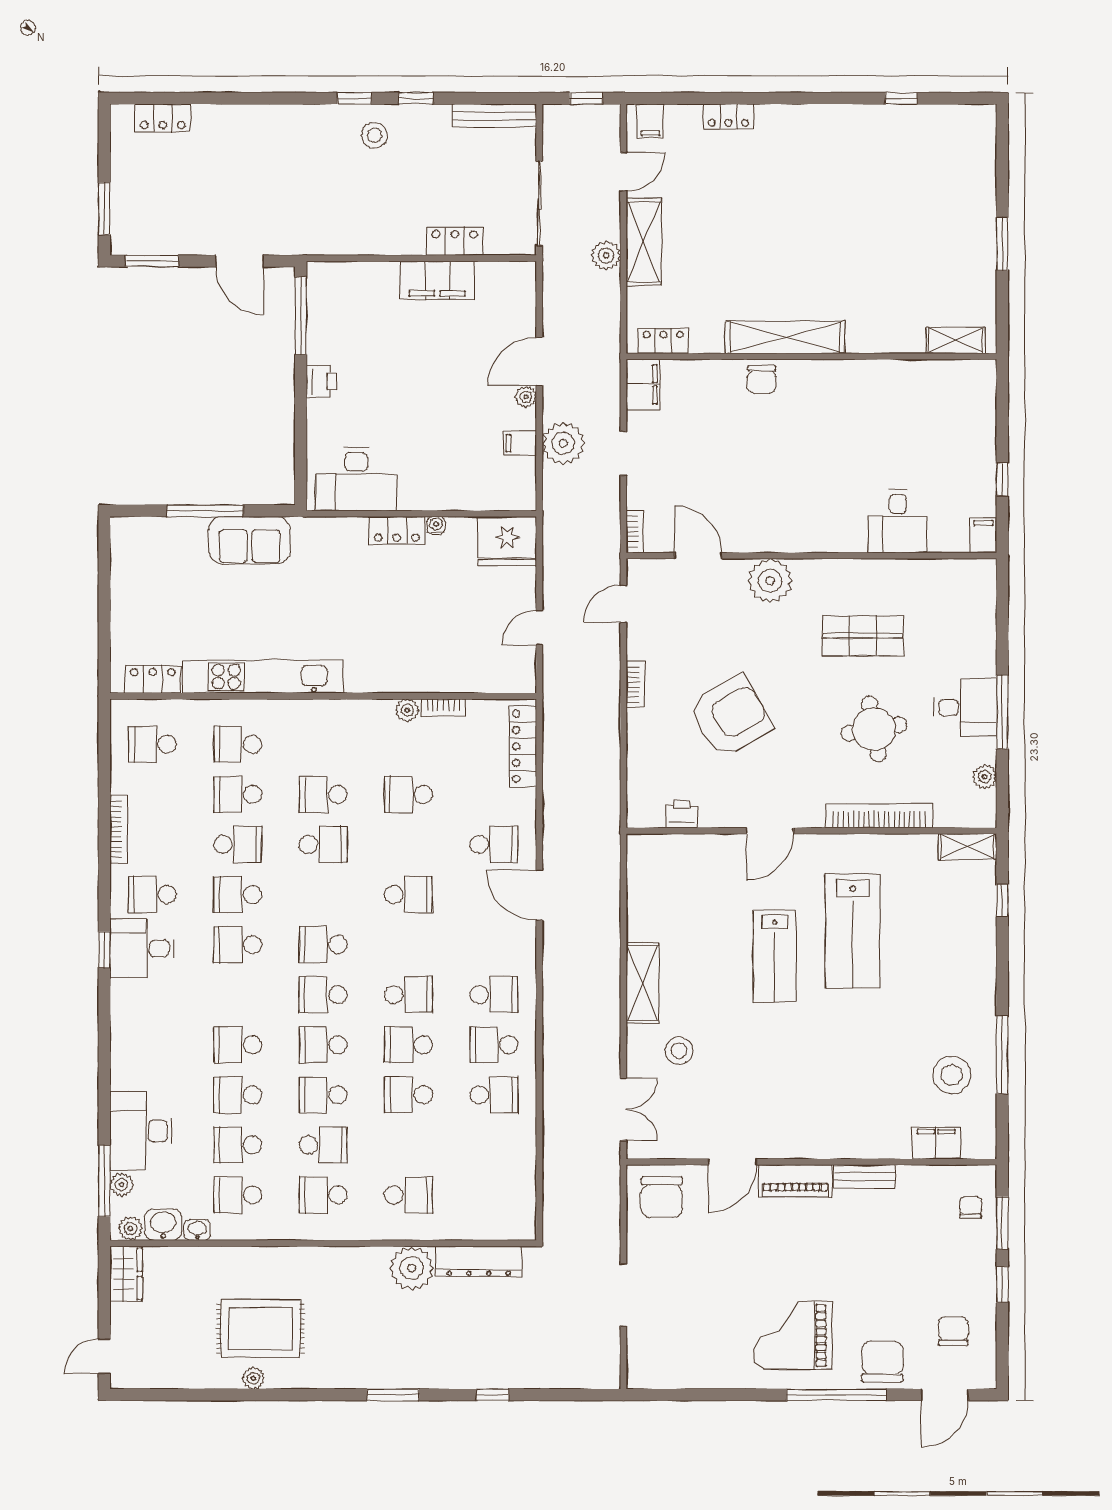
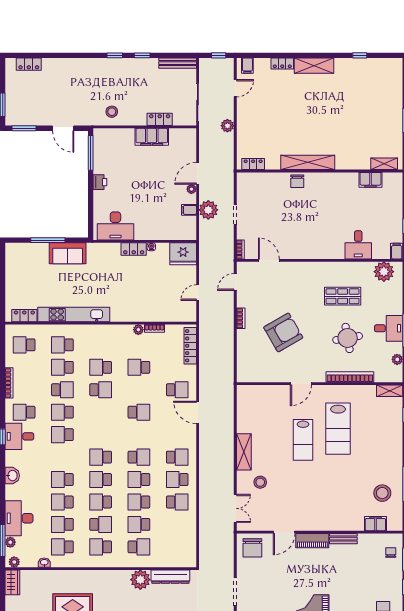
stool: (374, 135) -> (112, 112), moved
shelving: (644, 242) -> (314, 66), moved, turned 90
filing cabinet: (643, 385) -> (370, 180), moved, turned 90
plant: (770, 581) -> (384, 272), moved
printer: (682, 814) -> (261, 376), removed
school desk: (323, 945) -> (139, 524), moved
washbasin: (163, 1225) -> (12, 476), moved, turned 90

